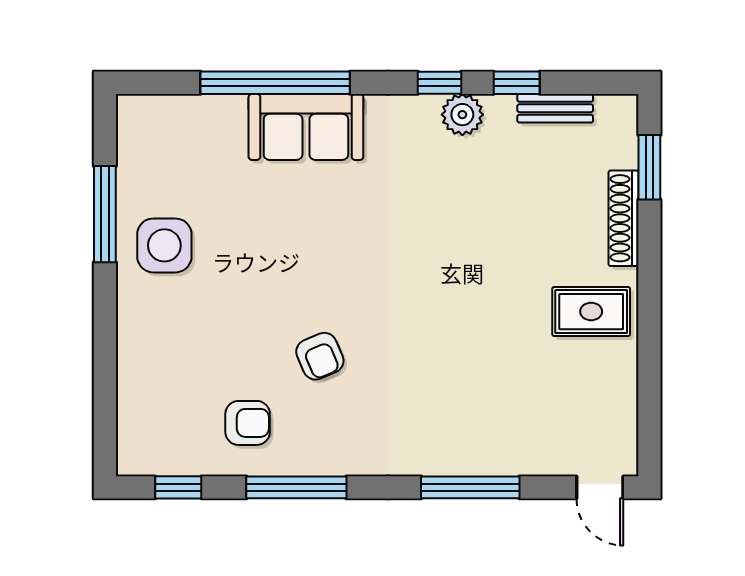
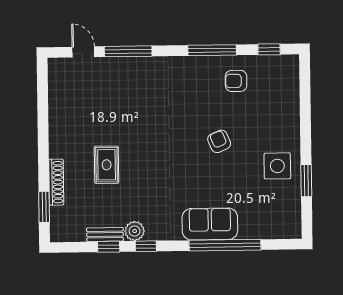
bench: (555, 108) -> (105, 234), moved
window: (105, 214) -> (306, 181), width x0.69
rug: (591, 312) -> (107, 165), moved, turned 90
armchair: (320, 356) -> (219, 141), moved
door: (600, 487) -> (83, 52), moved

